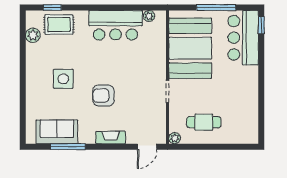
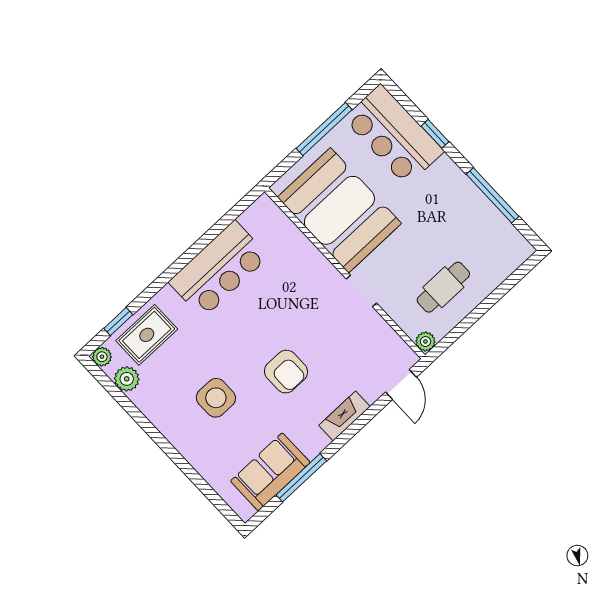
plant: (149, 16) -> (102, 357), moved
window: (261, 25) -> (435, 134), moved
armchair: (103, 95) -> (286, 372), turned -90
window: (261, 103) -> (493, 195), added

